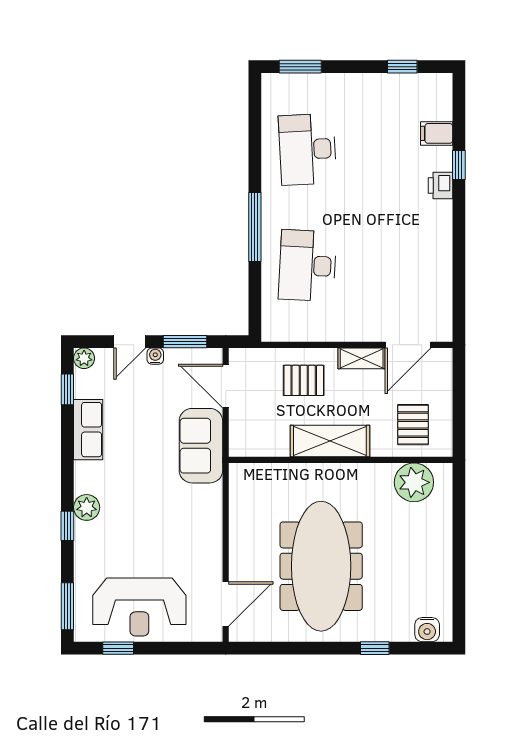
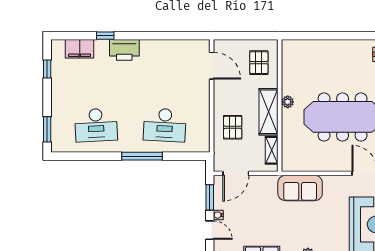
filing cabinet: (437, 133) -> (80, 49), width x2.00
printer: (440, 185) -> (124, 50), width x1.87, depth x1.48
shelving: (362, 358) -> (272, 150), moved
pallet: (413, 425) -> (259, 63), turned 90
sofa: (201, 446) -> (300, 188), moved
plant: (414, 482) -> (288, 102), moved, width x0.53, depth x0.53

